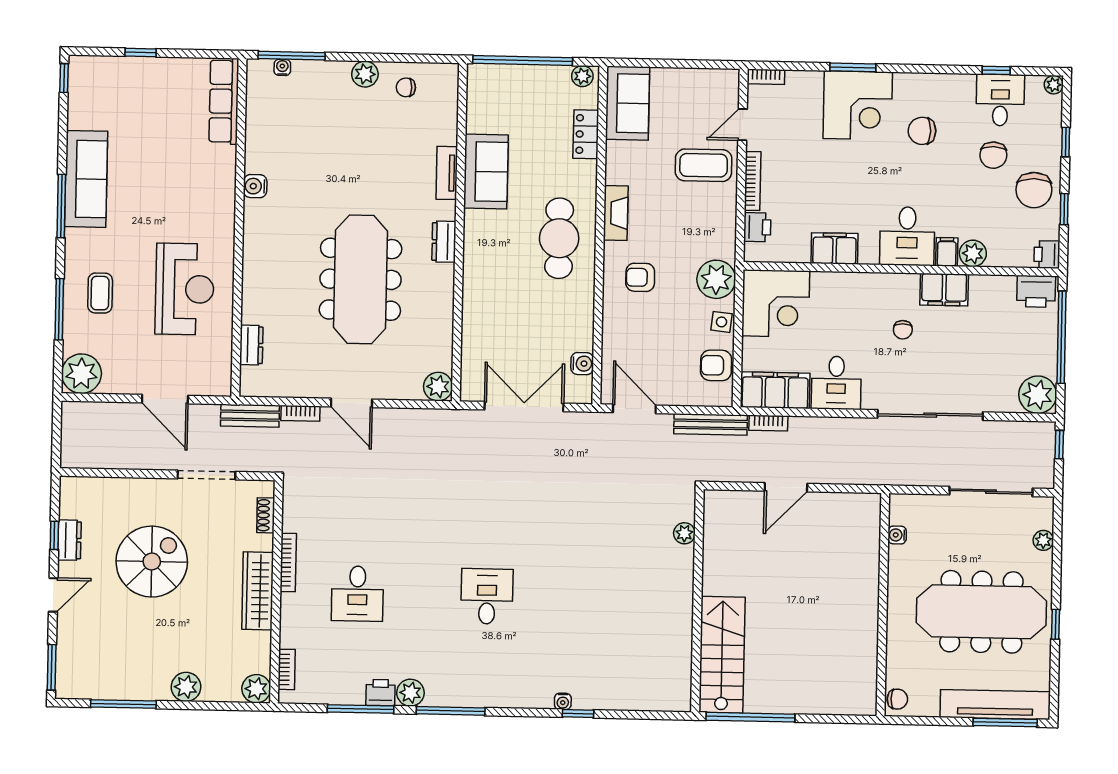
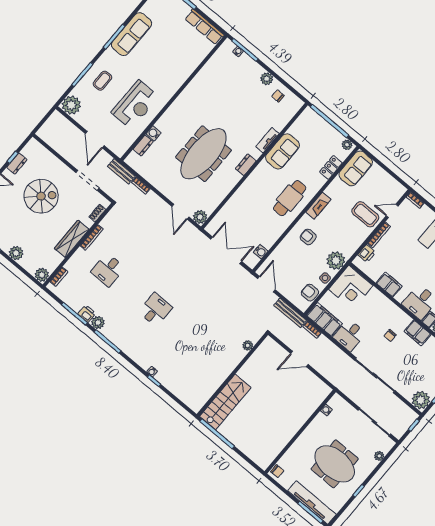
row of seats: (224, 101) -> (204, 27), moved, turned -90
water cooler: (255, 186) -> (154, 133), moved
door: (351, 403) -> (180, 212), moved
meeting table: (981, 612) -> (335, 464), width x0.73

